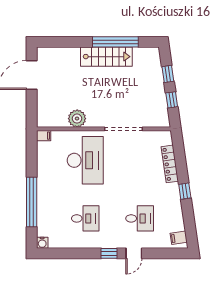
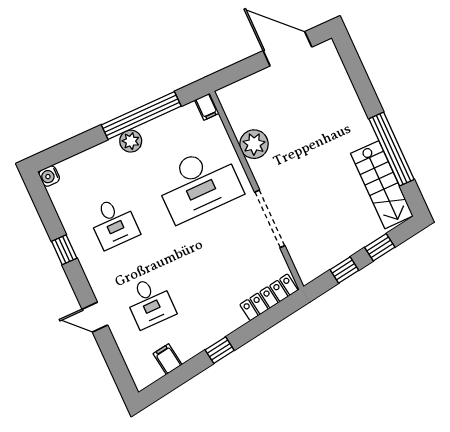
stairs: (106, 57) -> (382, 185), moved
locker: (170, 164) -> (269, 297), moved
plant: (43, 188) -> (131, 141), added
window: (32, 202) -> (141, 115), moved
filing cabinet: (179, 238) -> (168, 359), moved
window: (109, 253) -> (64, 250), moved

